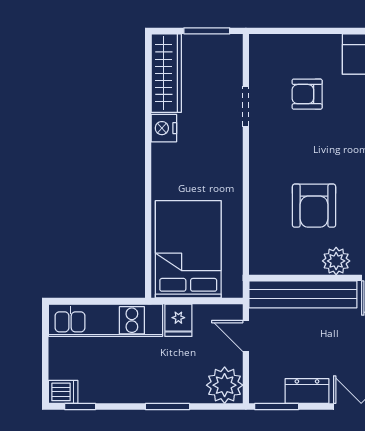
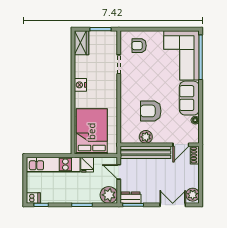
wardrobe: (166, 73) -> (82, 43), width x0.67
armchair: (307, 94) -> (139, 46), moved
nightstand: (164, 128) -> (80, 85), moved
armchair: (314, 206) -> (151, 111), turned 90
plant: (336, 261) -> (146, 137), moved
dresser: (307, 391) -> (130, 198), moved

